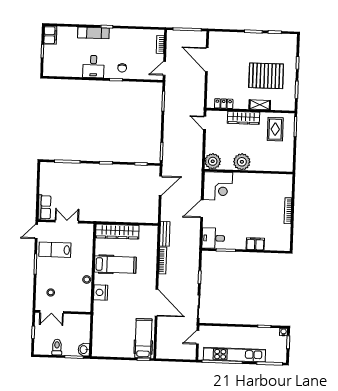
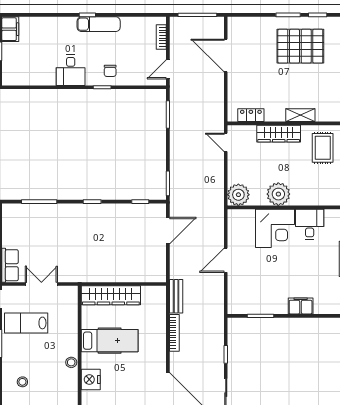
exam couch: (93, 33) -> (99, 24), moved
pallet: (266, 76) -> (300, 46), moved
corner desk: (218, 186) -> (275, 228), moved
desk: (213, 238) -> (310, 224), moved, turned 90

